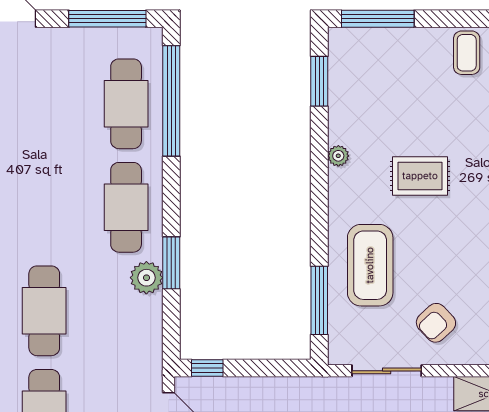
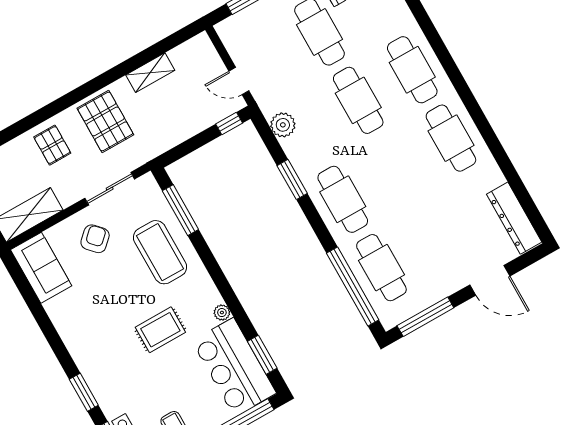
bar counter: (360, 85) -> (234, 367), added
plant: (146, 278) -> (283, 125), moved

